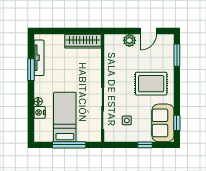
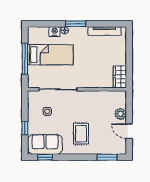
wardrobe: (83, 41) -> (120, 77), width x0.67
window: (31, 70) -> (76, 24), moved
rug: (151, 84) -> (81, 134), width x0.73, depth x0.70

